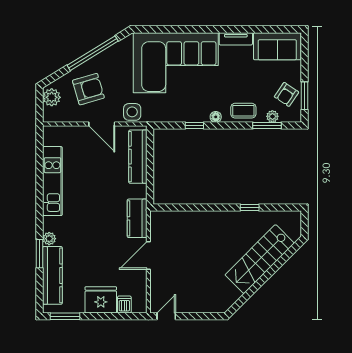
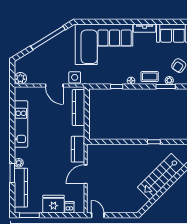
armchair: (88, 89) -> (45, 62), removed
plant: (52, 97) -> (20, 78), moved
door: (166, 316) -> (98, 215), hinge flipped

